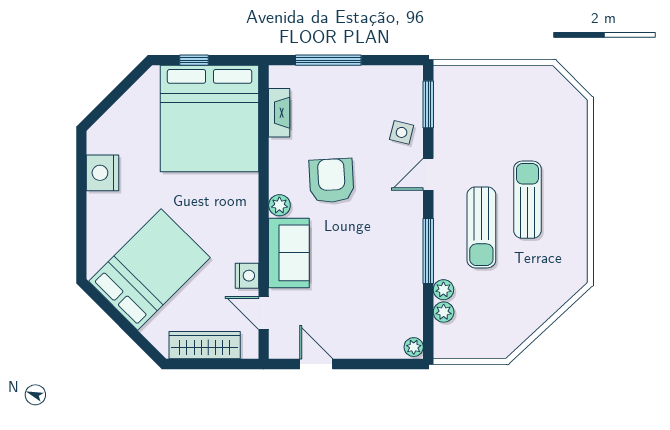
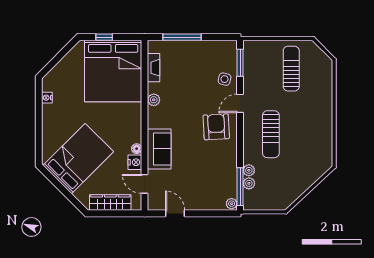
nightstand: (103, 173) -> (47, 98), width x0.53, depth x0.56
armchair: (332, 181) -> (216, 127), moved
sun lounger: (527, 200) -> (291, 69), moved
plant: (279, 205) -> (154, 100), moved
window: (428, 251) -> (240, 187), moved
floor lamp: (250, 252) -> (137, 149), added

